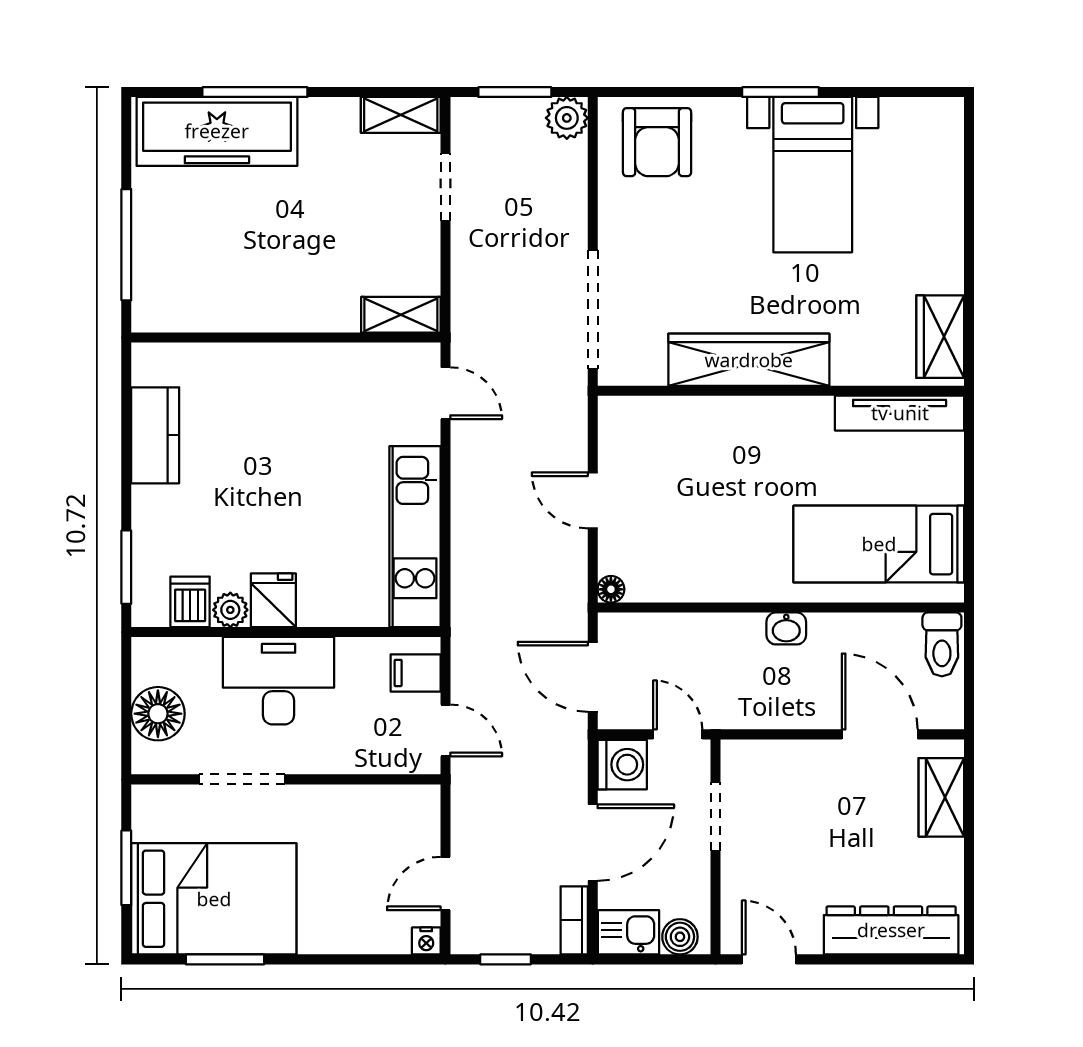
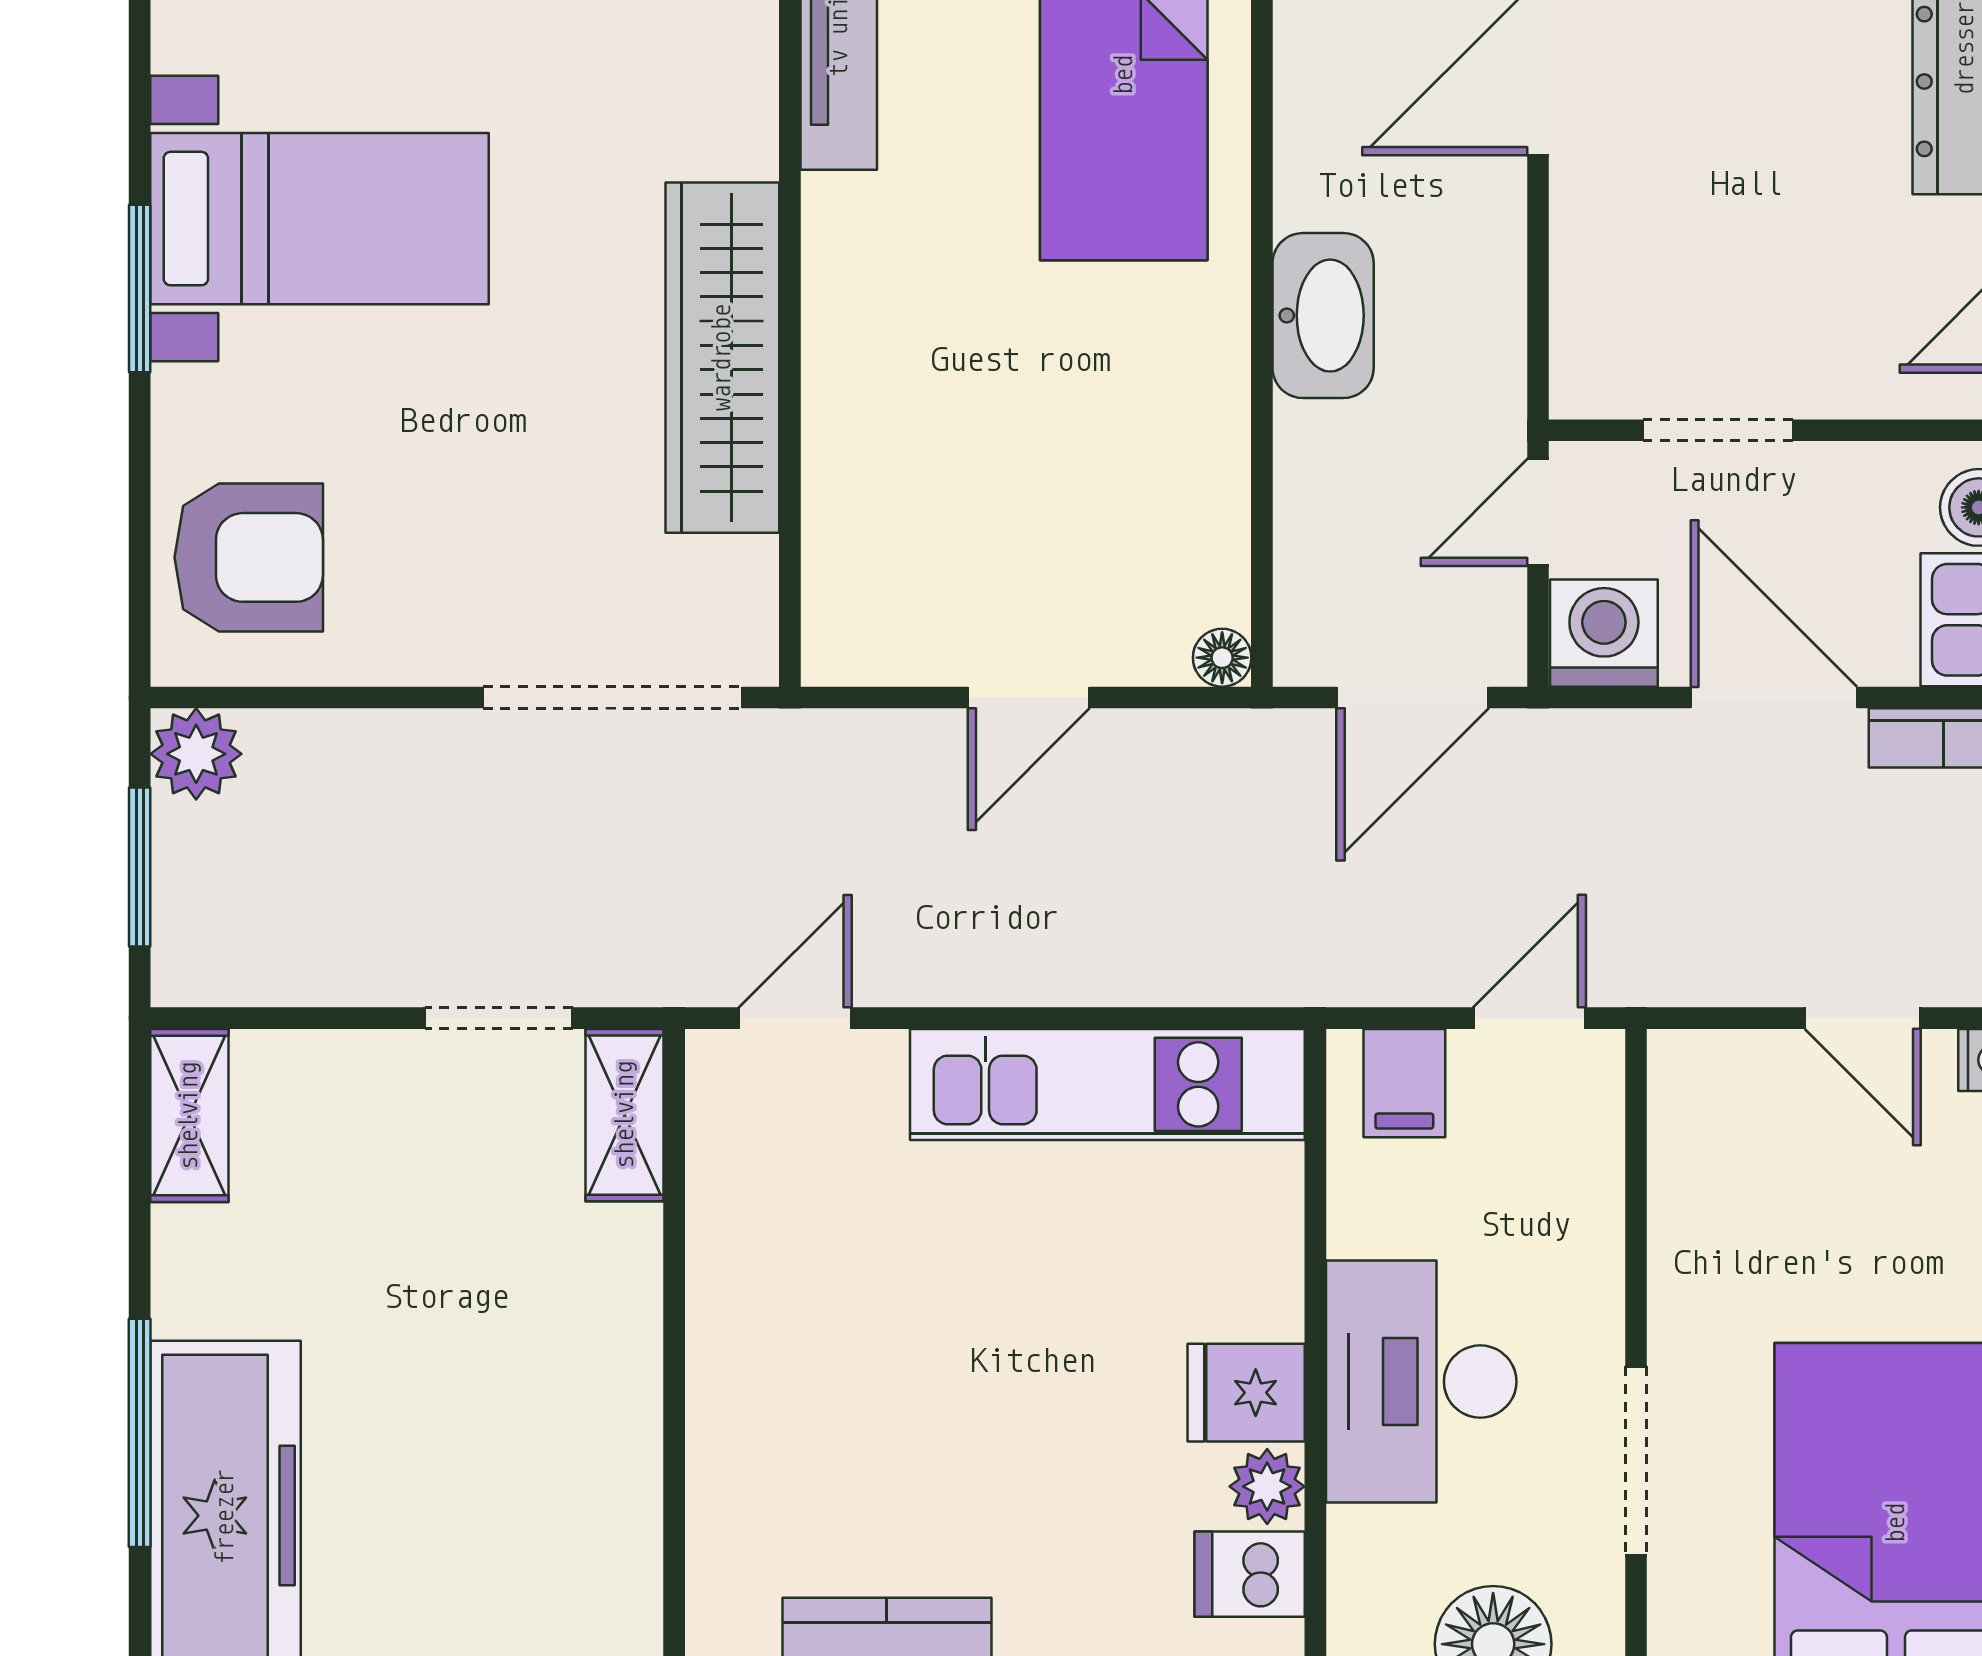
doorway: (445, 187) -> (499, 1018), moved
washbasin: (786, 628) -> (1323, 316), width x1.91, depth x1.45

